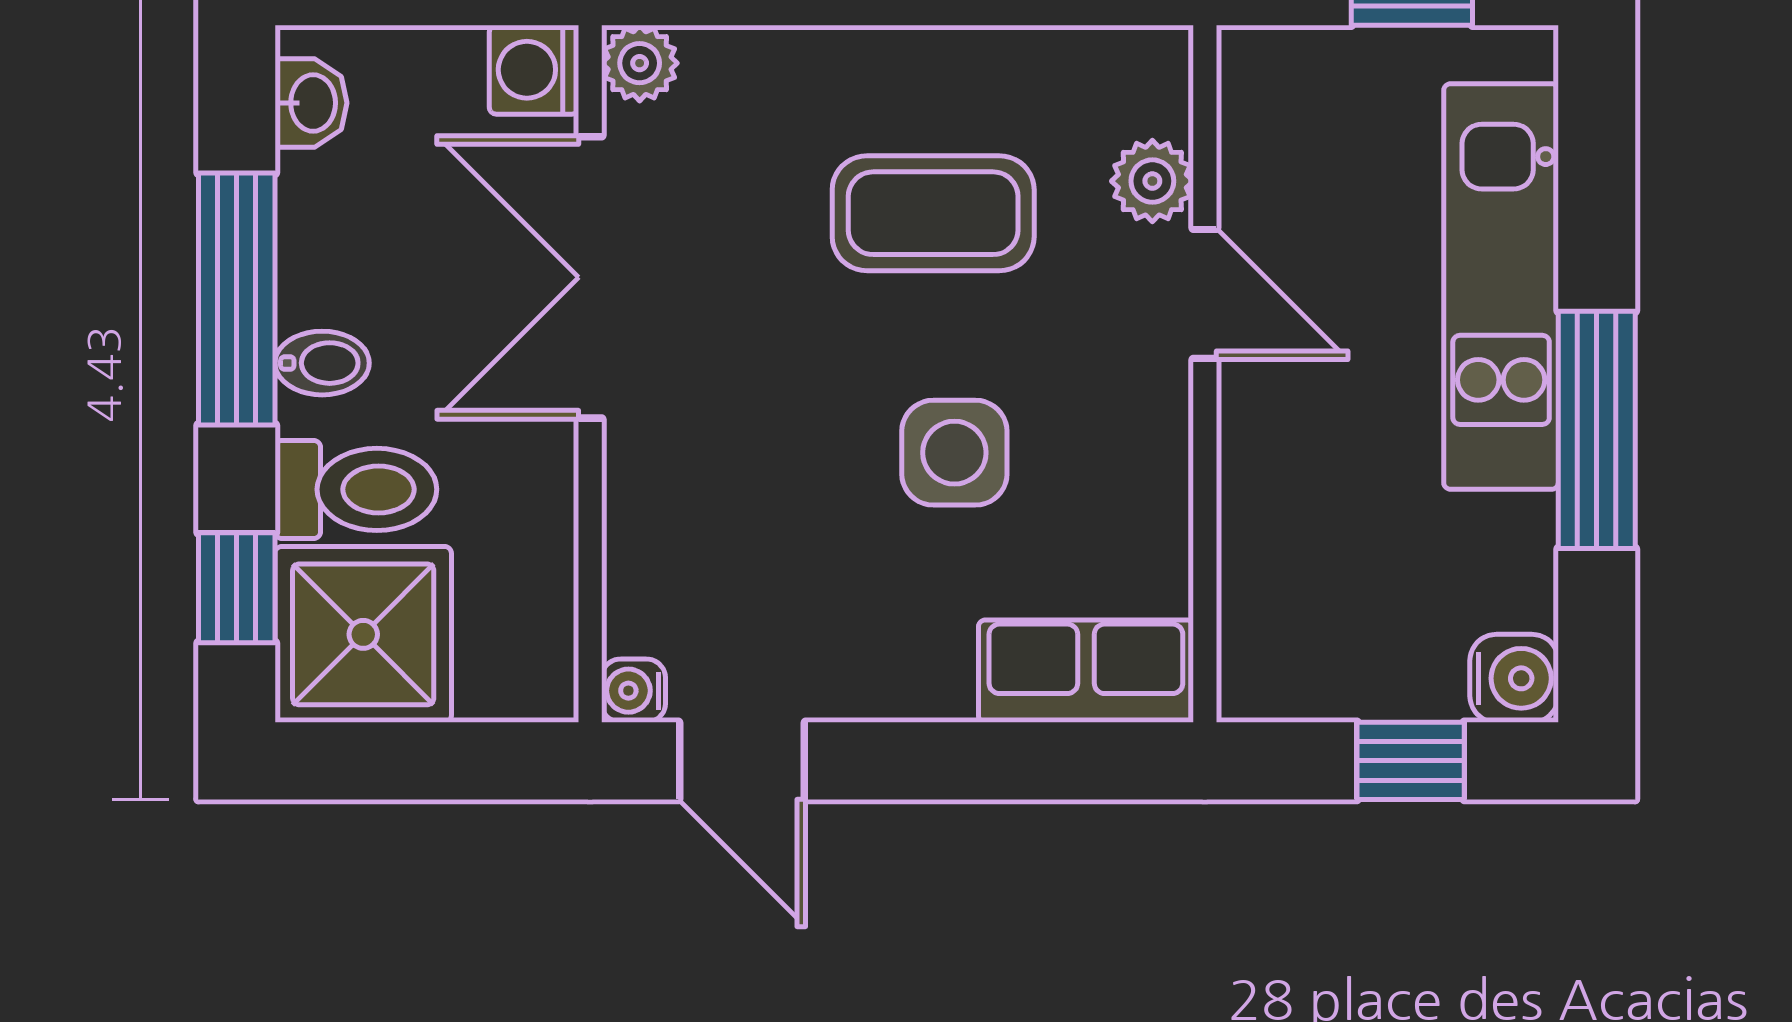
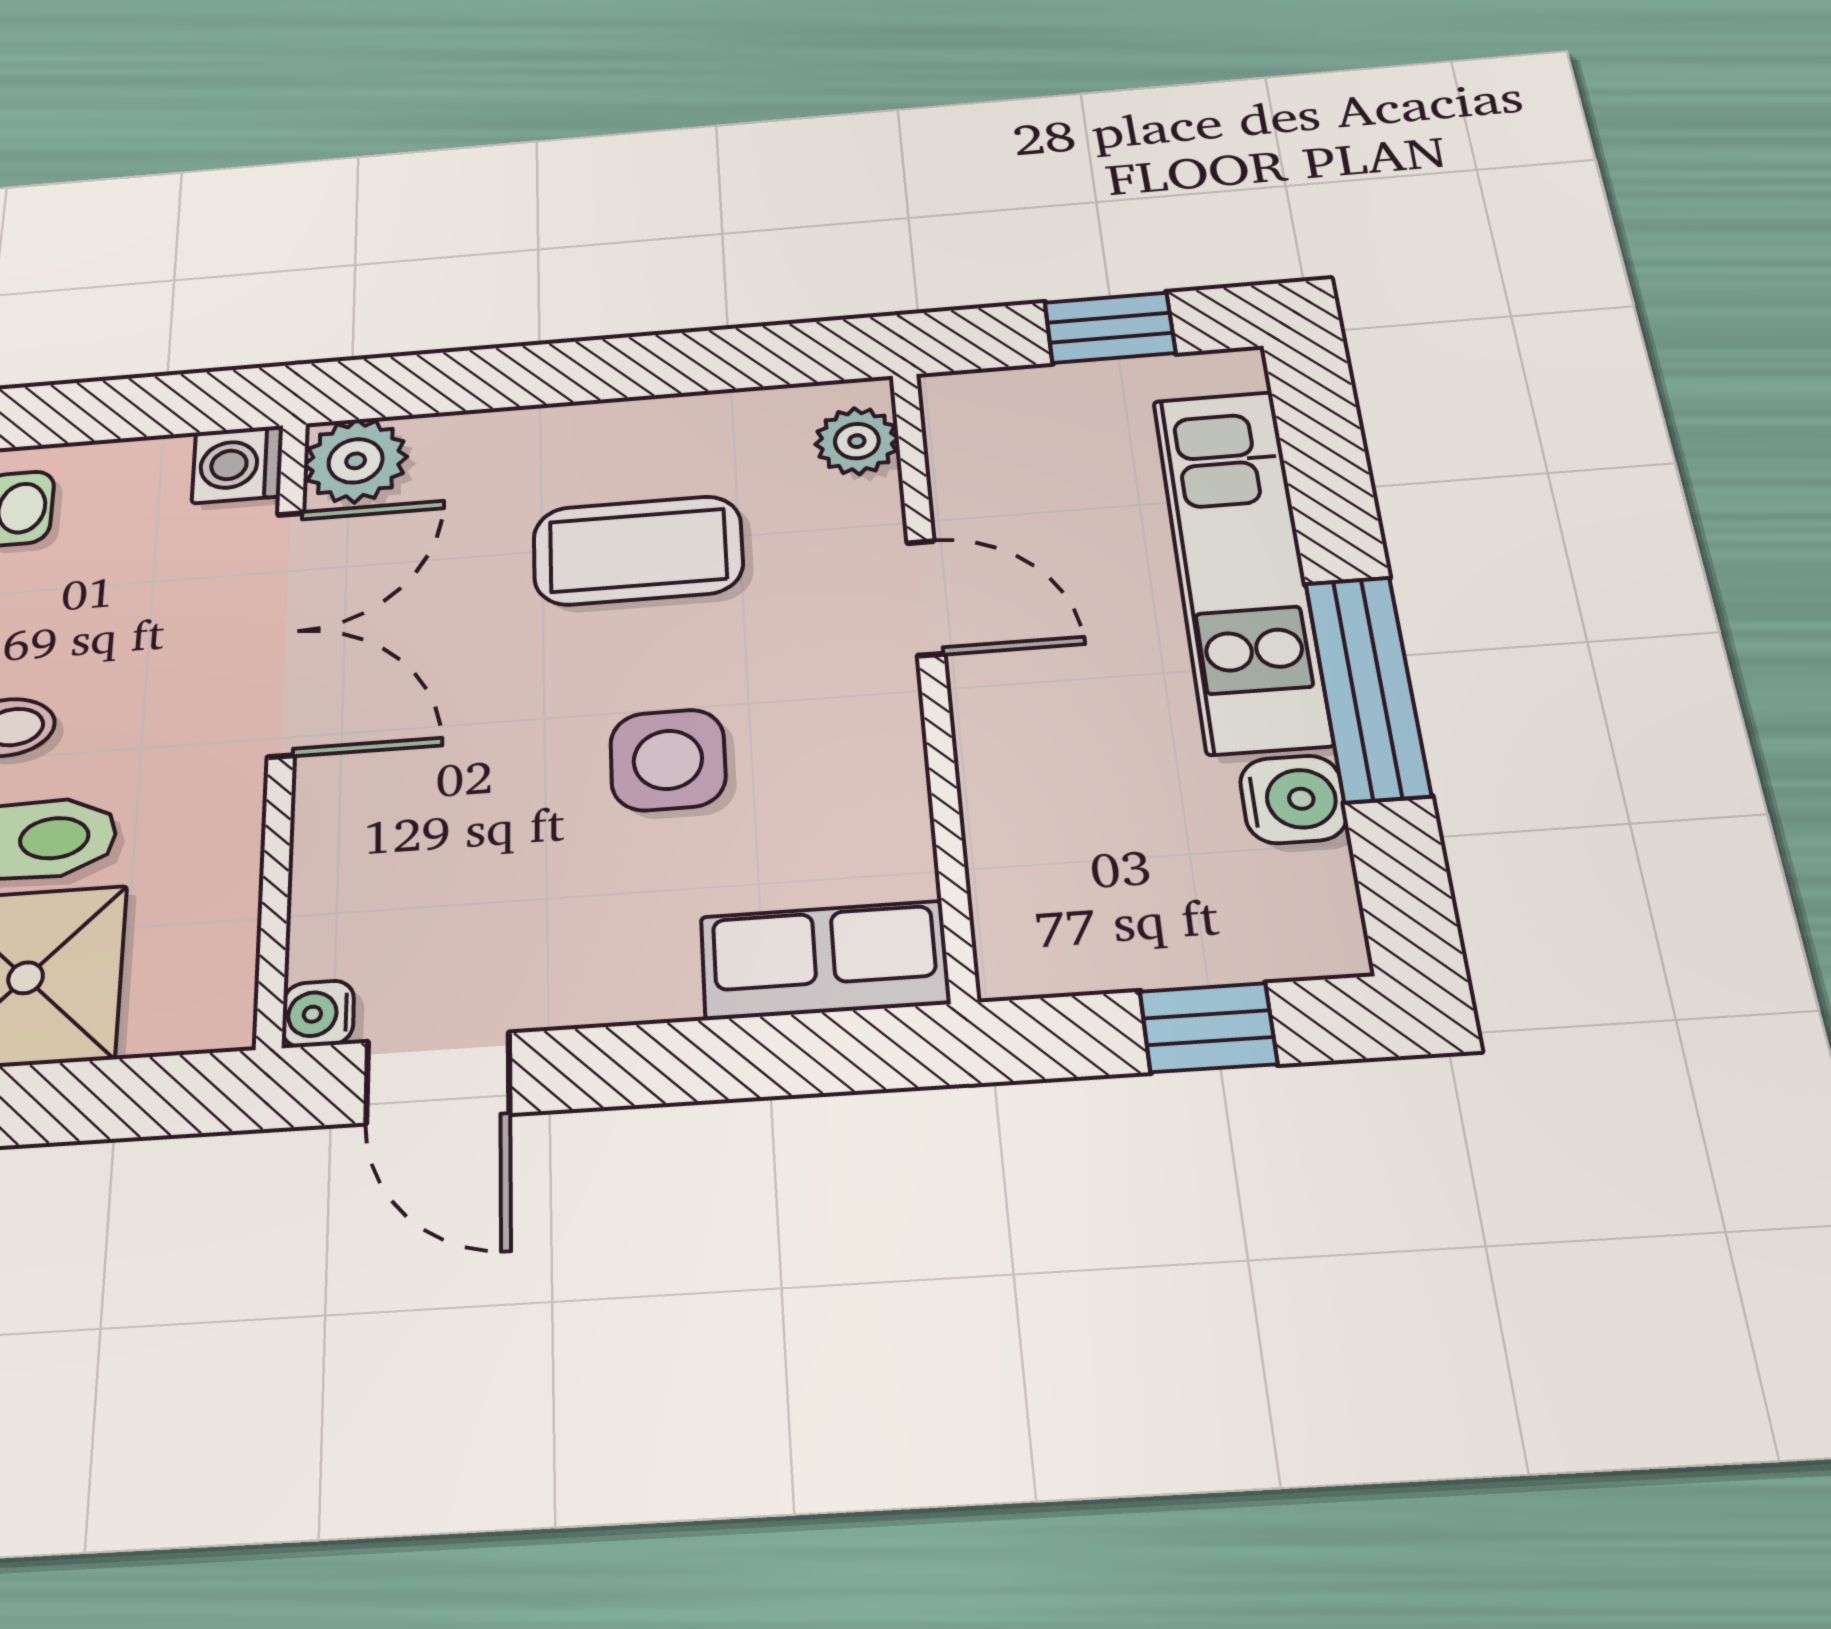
plant: (640, 63) -> (356, 461), width x1.38, depth x1.38
plant: (1152, 181) -> (857, 441), moved
double door: (590, 277) -> (286, 632), swing flipped
water cooler: (1514, 678) -> (1293, 799), moved

